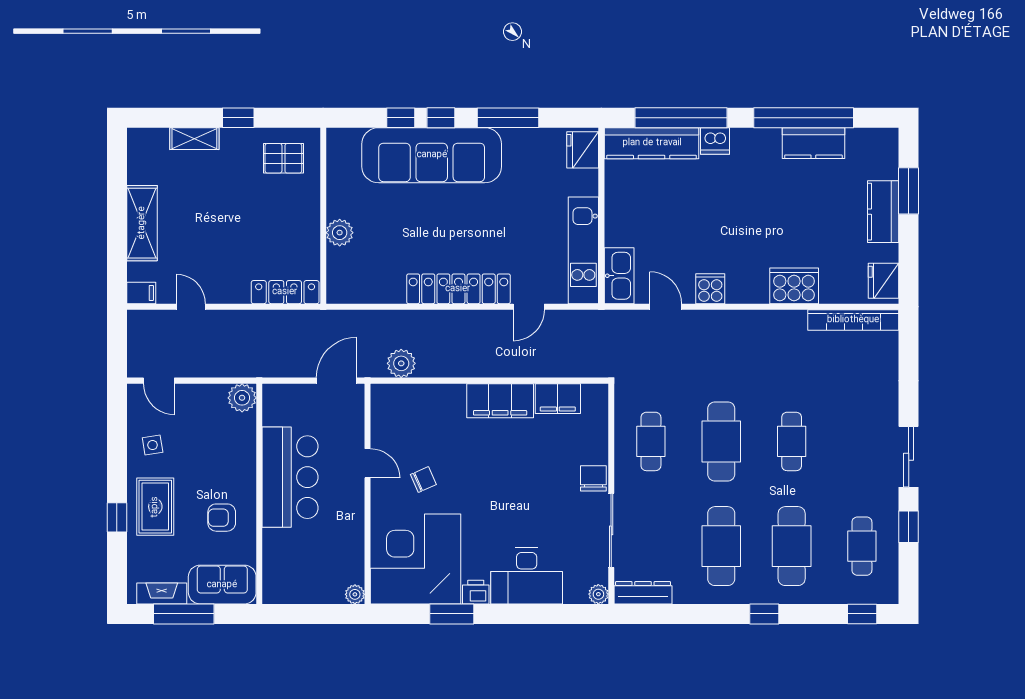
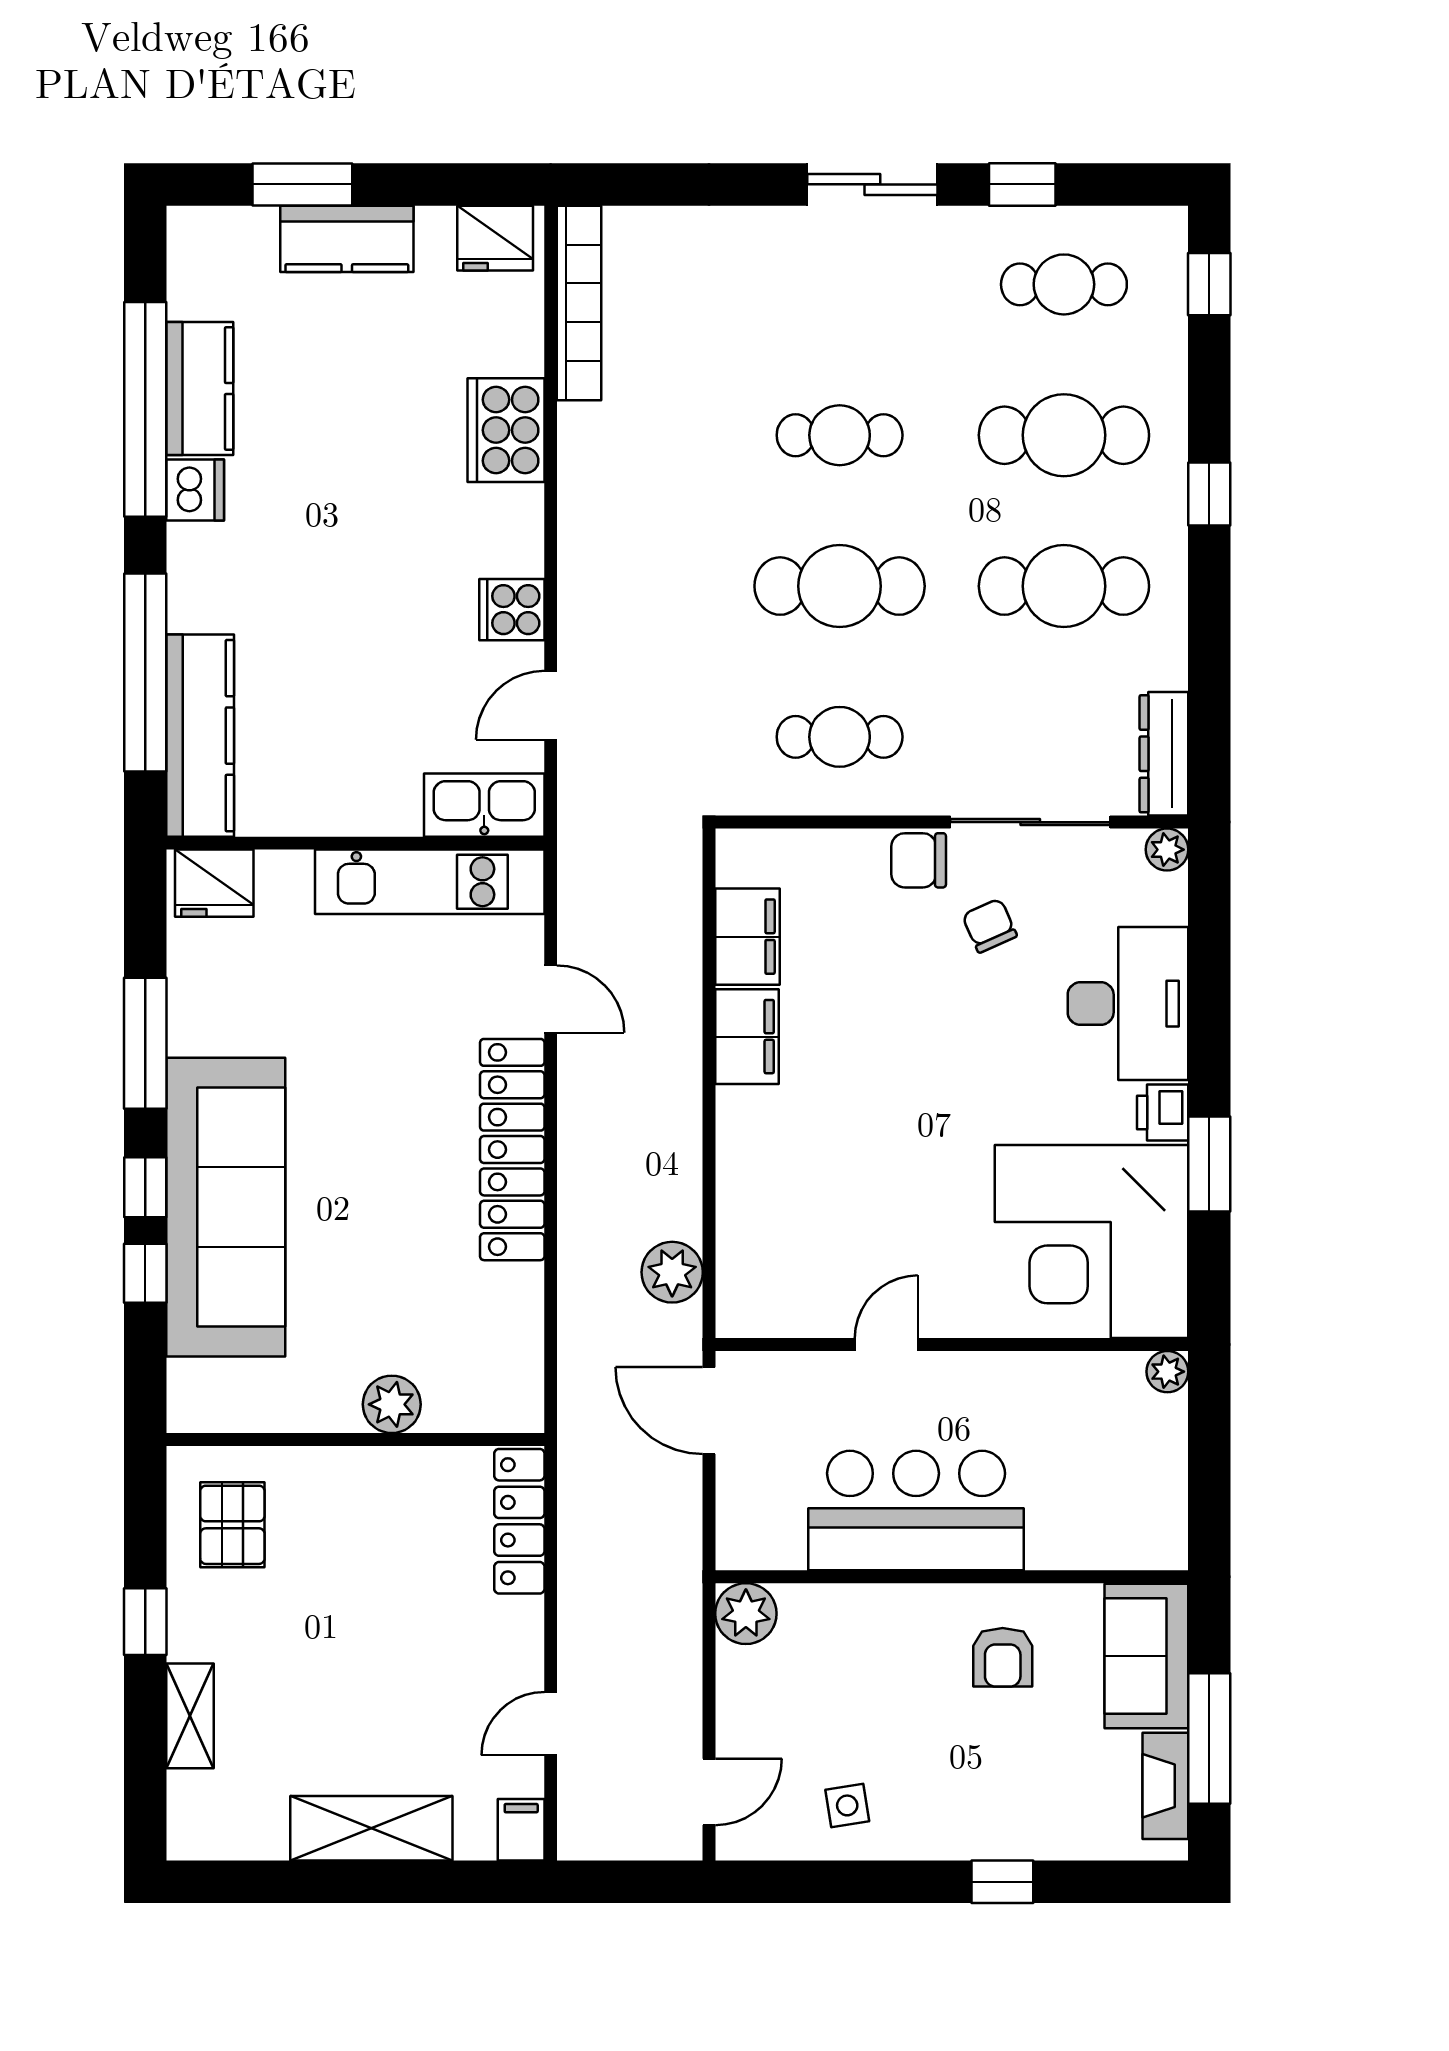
dishwasher: (715, 141) -> (195, 490), moved
filing cabinet: (500, 401) -> (747, 1037), width x0.67, depth x0.86
chair: (423, 479) -> (990, 926), moved
rug: (155, 507) -> (979, 1800), removed

